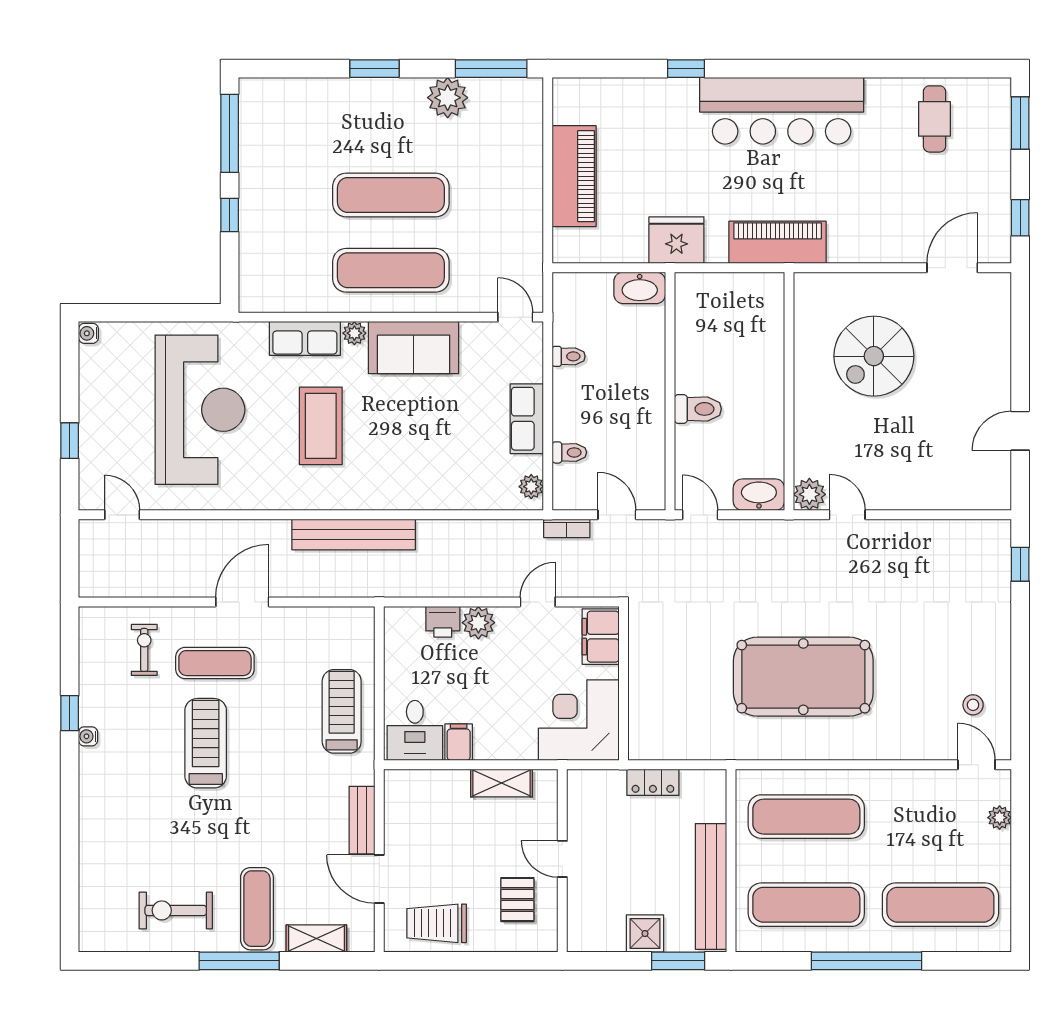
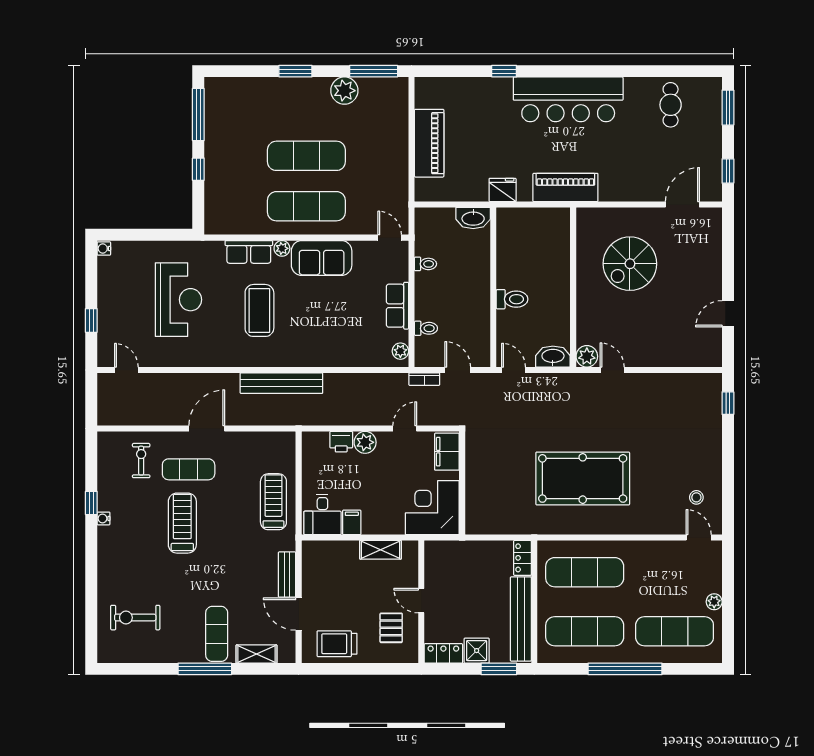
fridge: (676, 240) -> (503, 190), width x0.73, depth x0.75
reception desk: (200, 410) -> (178, 300), width x0.74, depth x0.77
locker: (653, 782) -> (522, 558), moved, turned 90
plant: (1000, 818) -> (714, 602), moved
exercise bike: (176, 910) -> (135, 618), moved
locker: (595, 938) -> (443, 653), added

